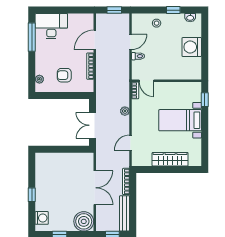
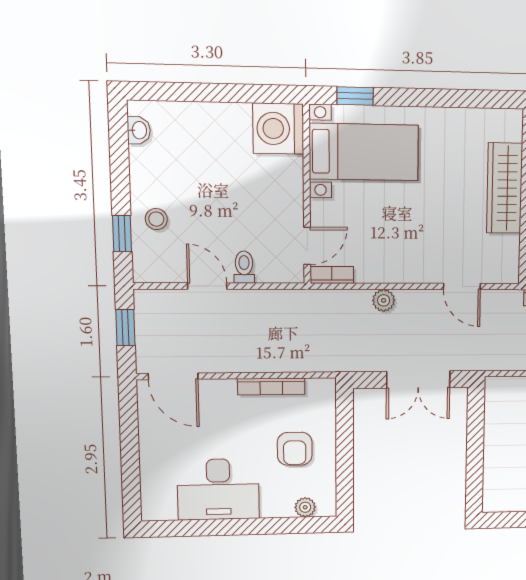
window: (173, 10) -> (122, 234), moved
desk: (51, 26) -> (218, 489), moved, turned -90
window: (32, 37) -> (201, 528), removed
door: (95, 40) -> (173, 376), moved
washing machine: (192, 47) -> (278, 129), moved, turned 90
bed with nightstands: (180, 120) -> (364, 152), moved, turned -90

